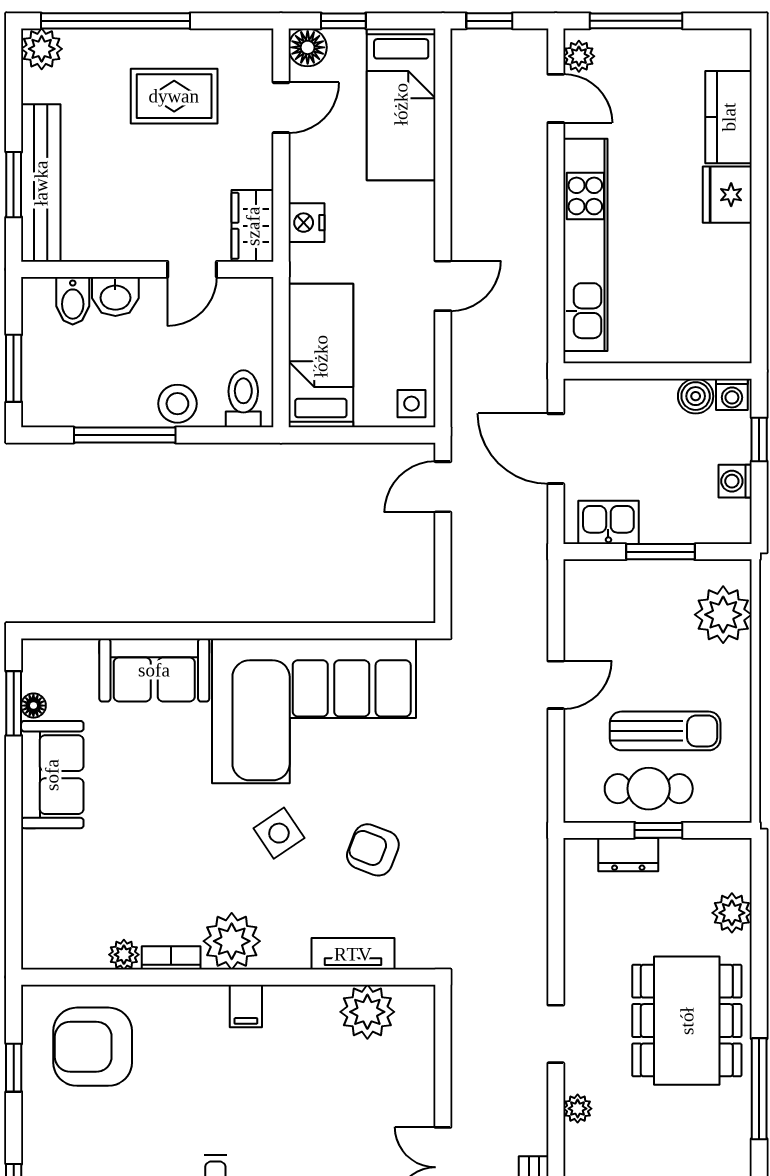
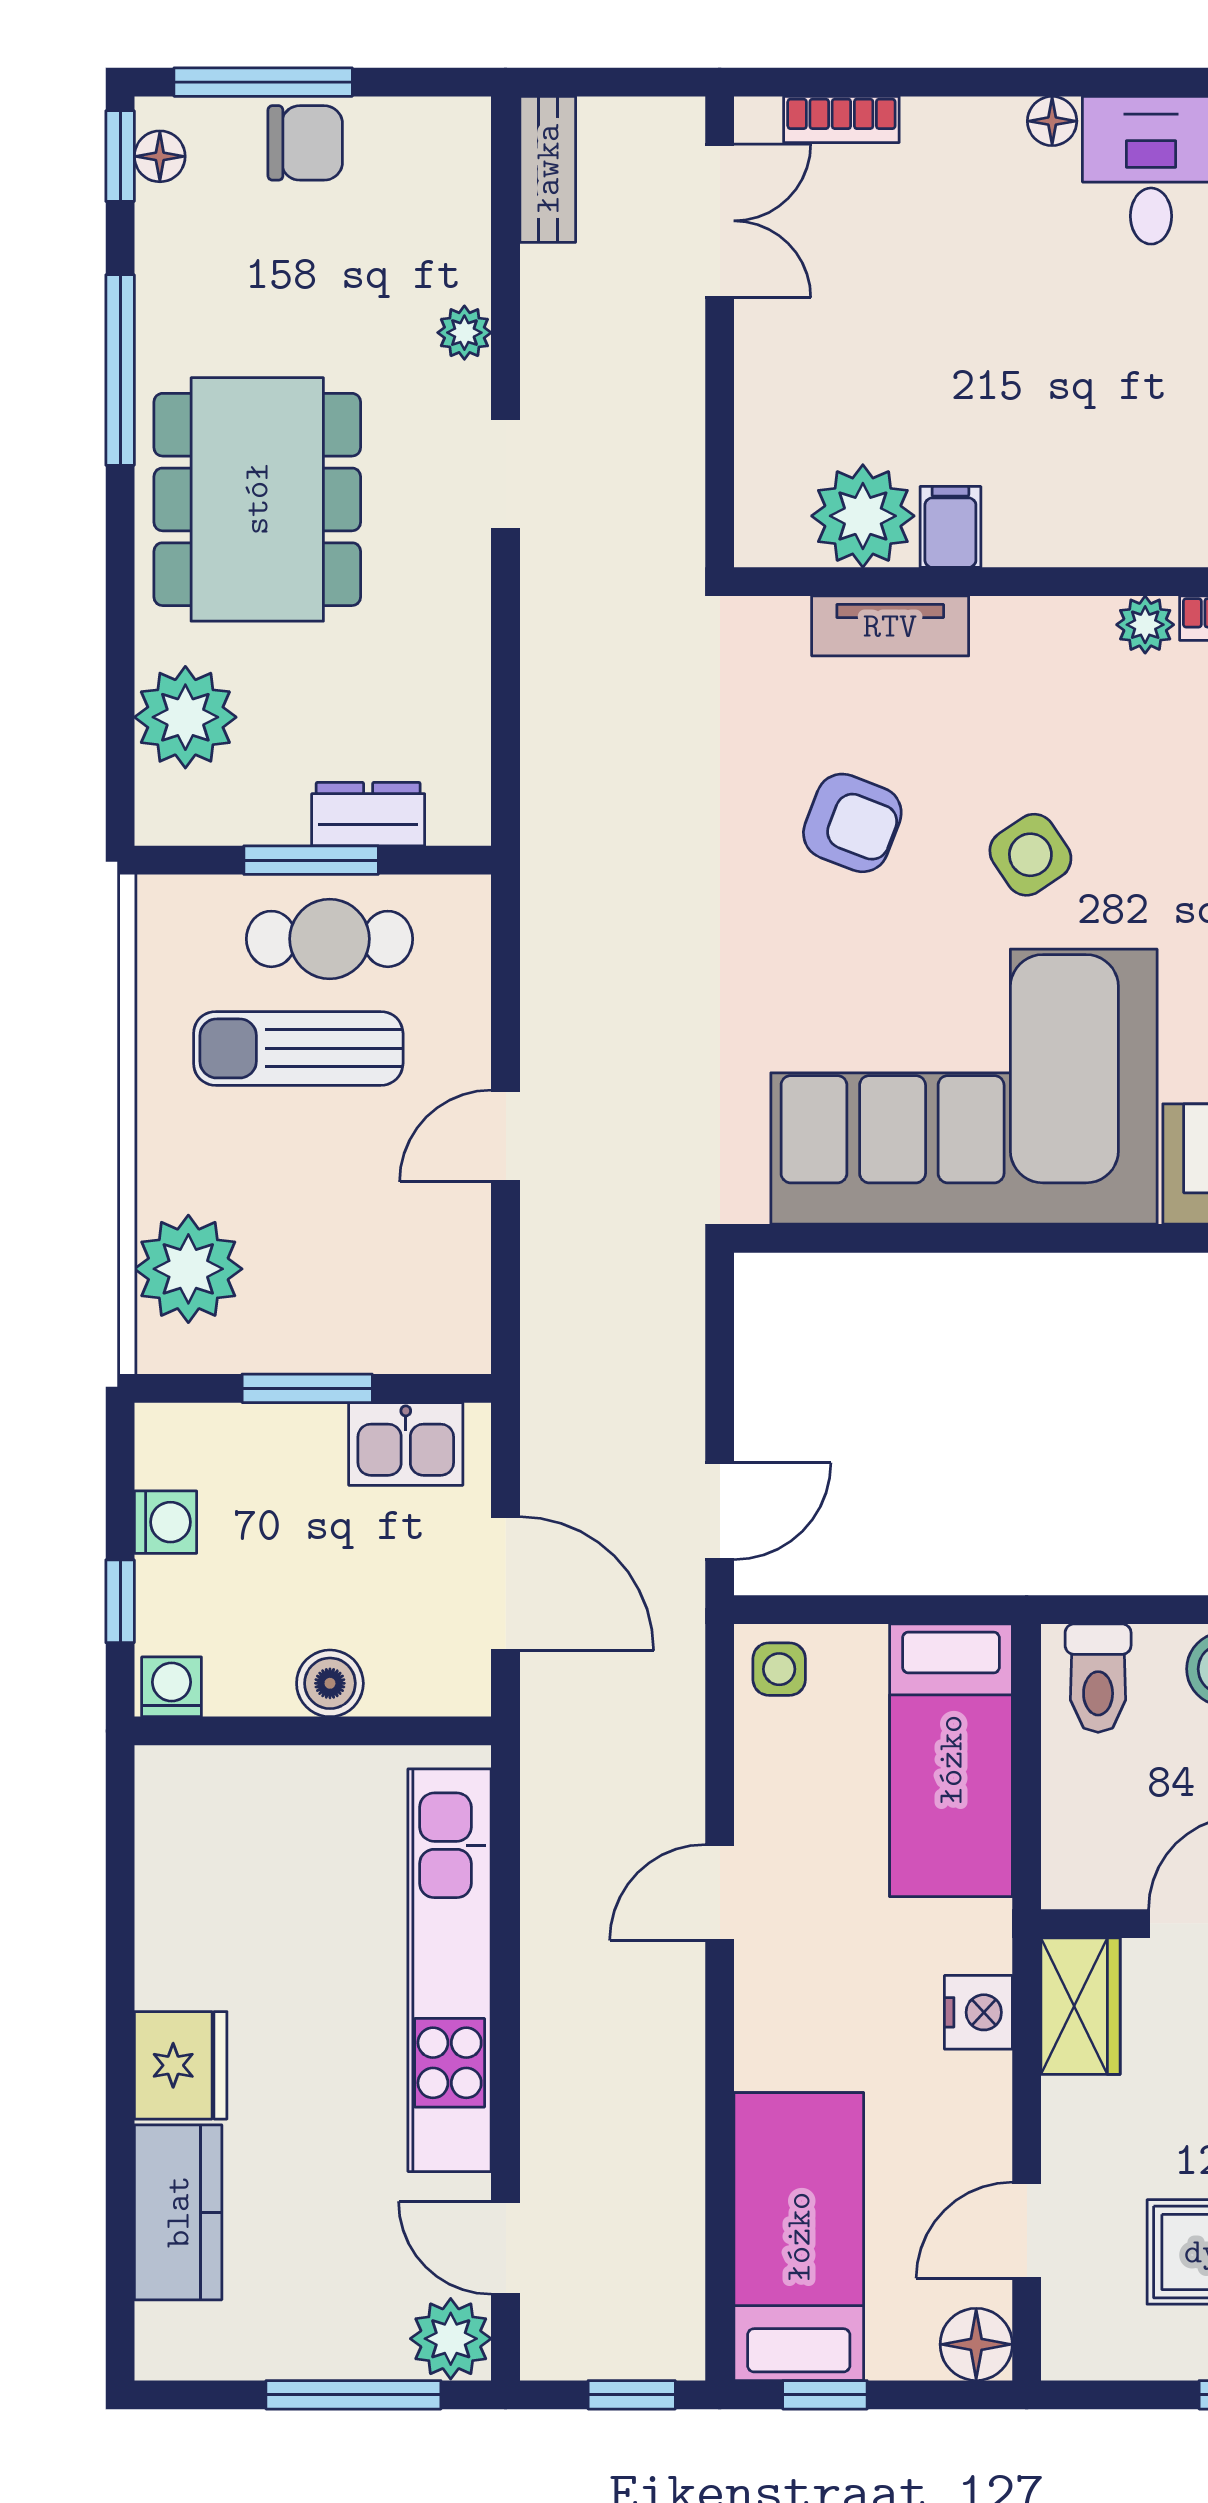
window: (343, 21) -> (825, 2395), moved
plant: (579, 56) -> (451, 2339), width x1.38, depth x1.38
boiler: (696, 396) -> (330, 1683), moved
window: (658, 830) -> (311, 860), width x1.50
plant: (732, 913) -> (185, 717), width x1.36, depth x1.36
plant: (232, 941) -> (1145, 625), width x0.53, depth x0.53
filing cabinet: (246, 1006) -> (950, 527), moved

